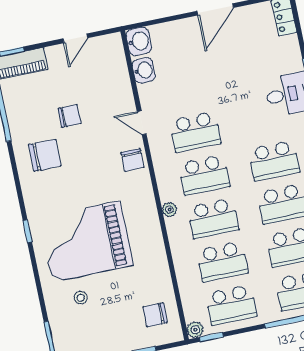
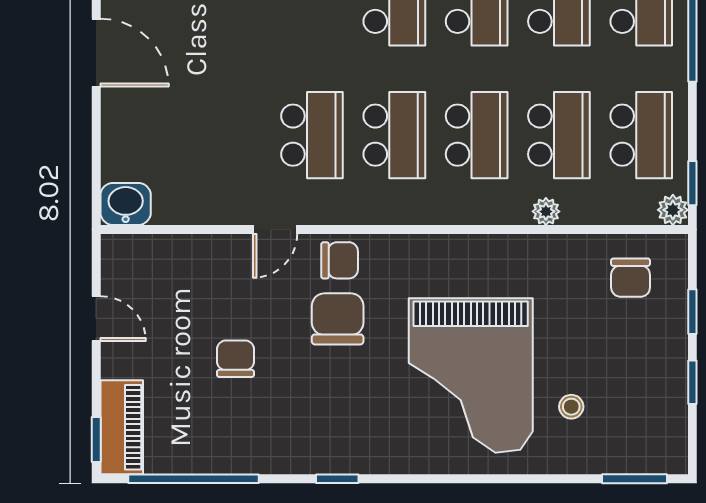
washbasin: (144, 70) -> (180, 206), removed
chair: (45, 155) -> (338, 319), moved
plant: (170, 209) -> (546, 211), moved
window: (27, 231) -> (337, 479), moved

